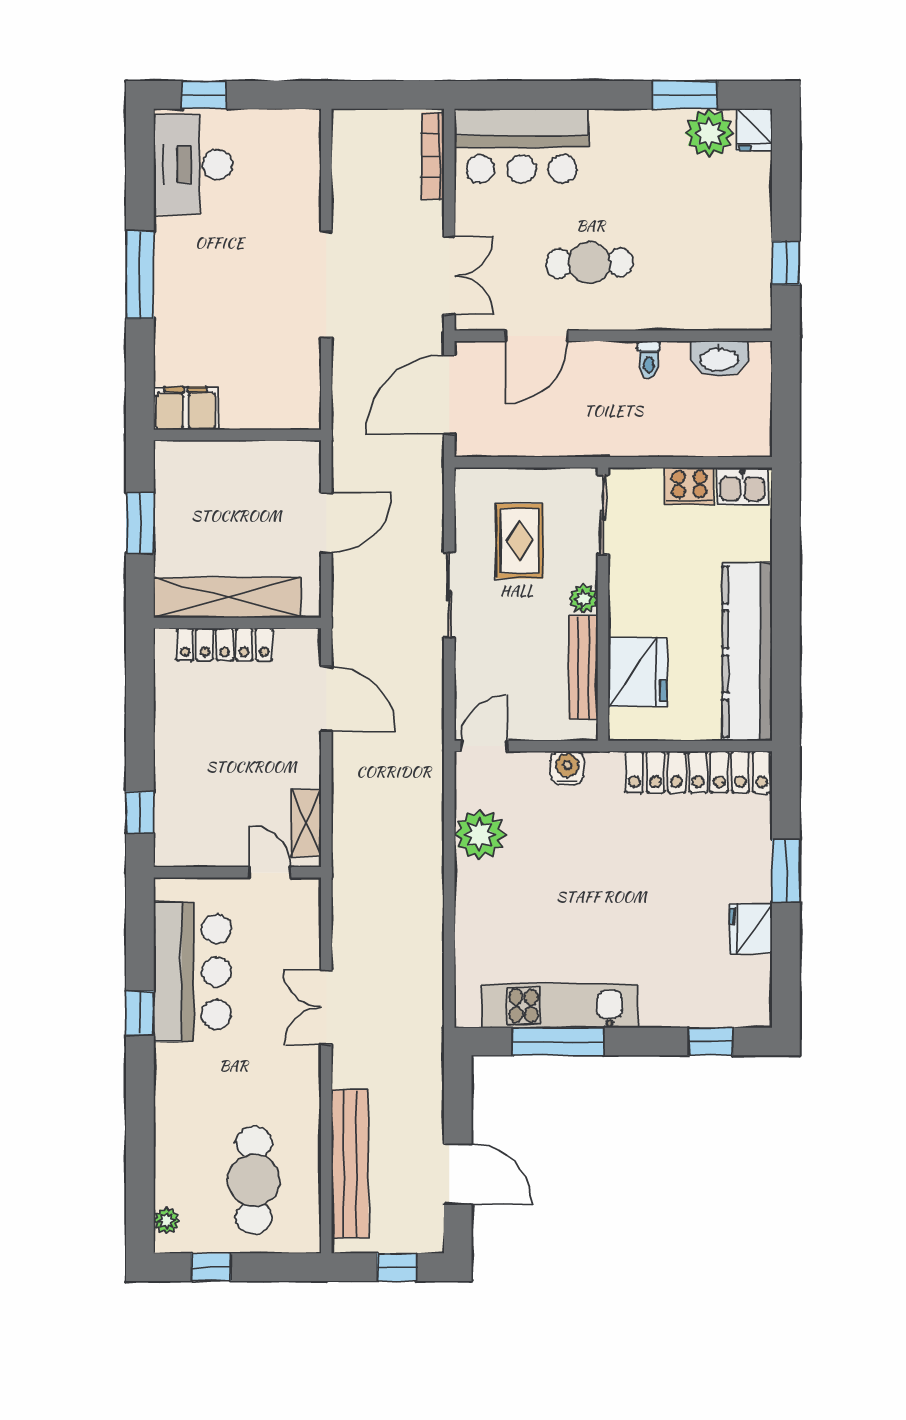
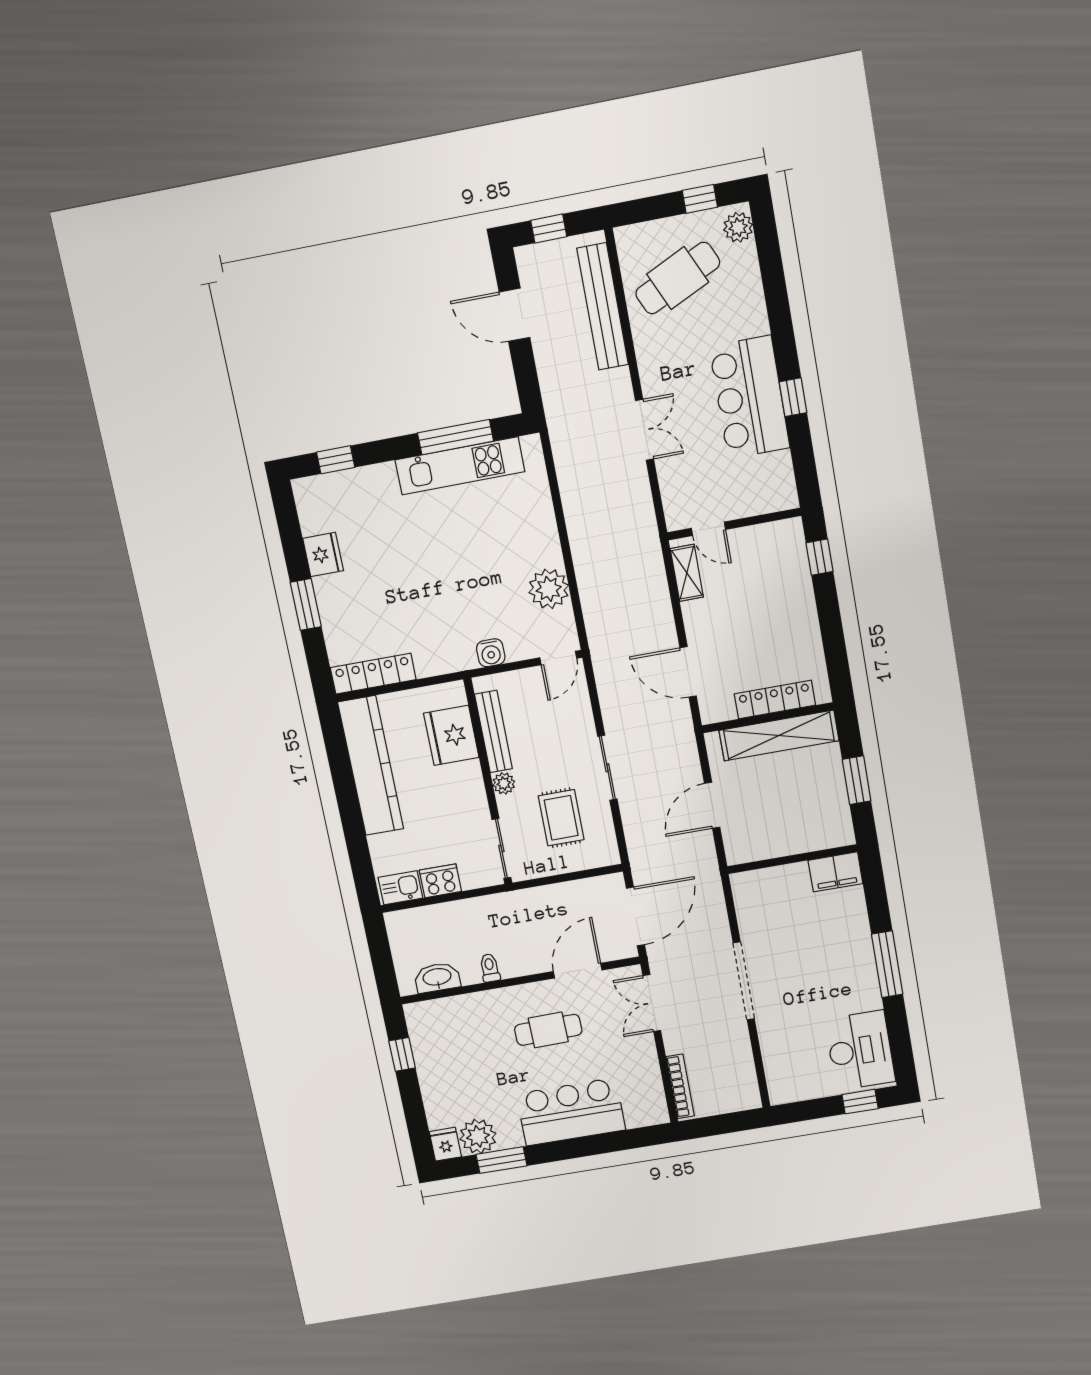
bar counter: (521, 146) -> (571, 1112), moved
locker: (698, 772) -> (373, 674), width x0.71, depth x0.83
bar counter: (192, 972) -> (749, 397), moved
cafe table: (254, 1180) -> (678, 278), turned 65
plant: (167, 1221) -> (738, 227), width x1.38, depth x1.38

